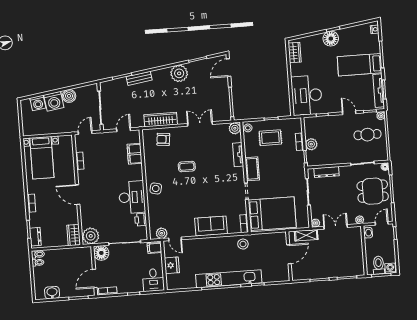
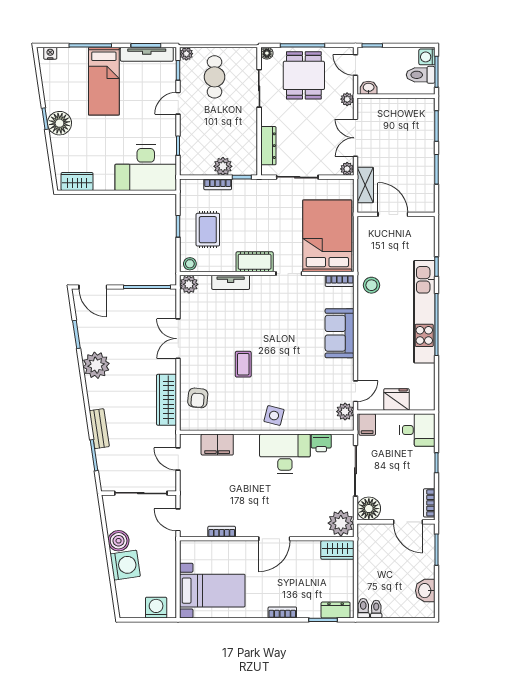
washing machine: (38, 103) -> (156, 608), moved, turned -82

